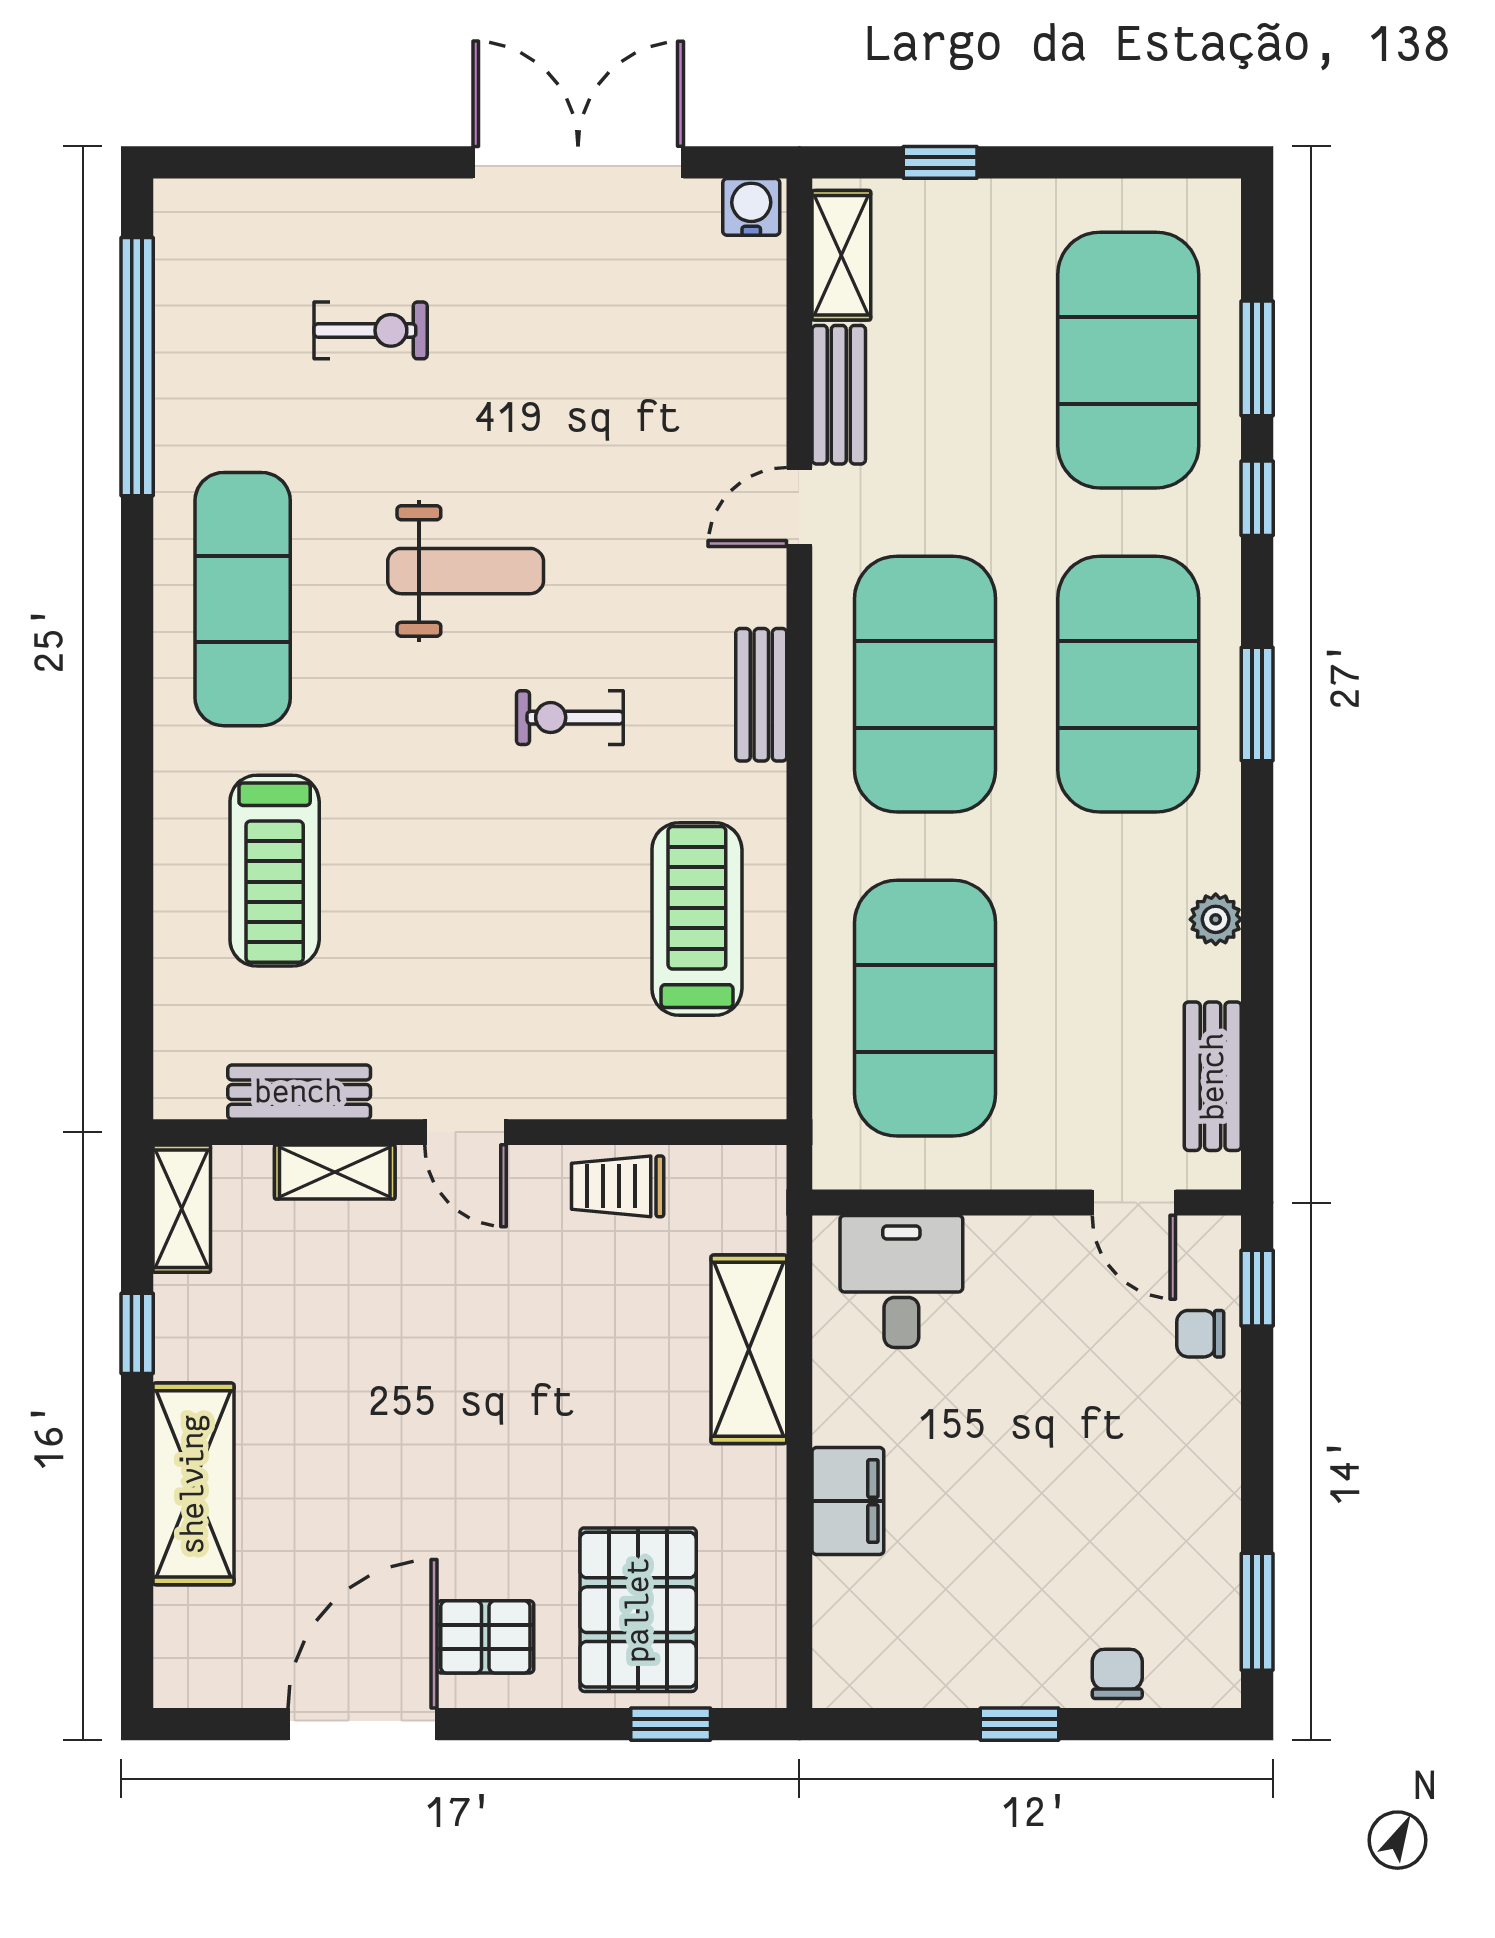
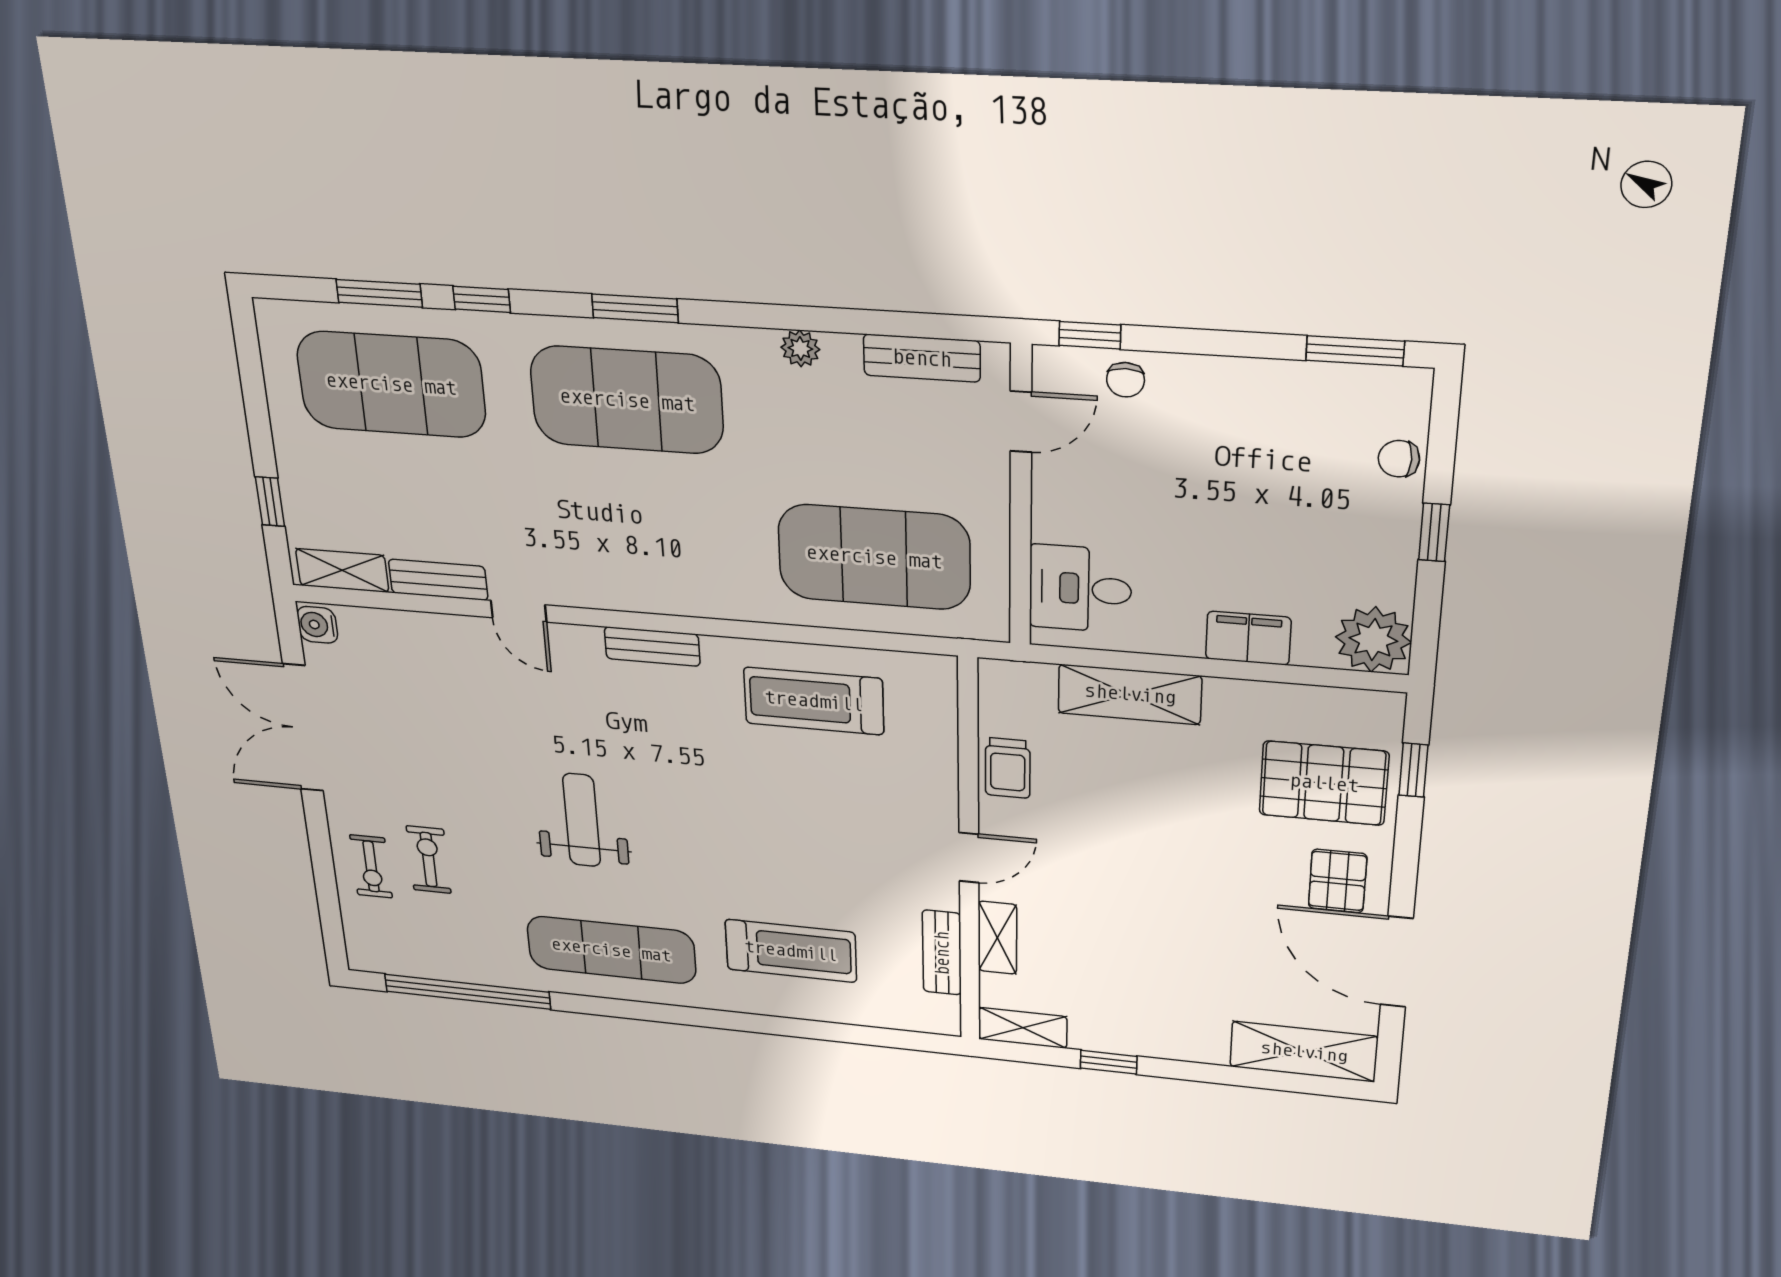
exercise mat: (925, 684) -> (637, 539), removed
exercise bike: (570, 718) -> (371, 866), moved
shelving: (193, 1484) -> (1304, 1052), moved
plant: (861, 1660) -> (1373, 640), added

